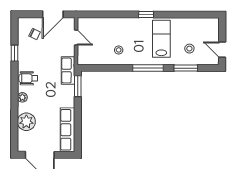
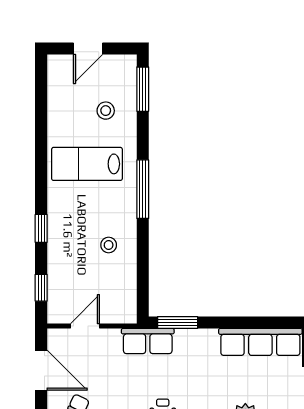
window: (96, 14) -> (41, 288), added
window: (146, 14) -> (41, 228), moved
door: (222, 50) -> (88, 48), moved
window: (186, 68) -> (143, 89), moved

